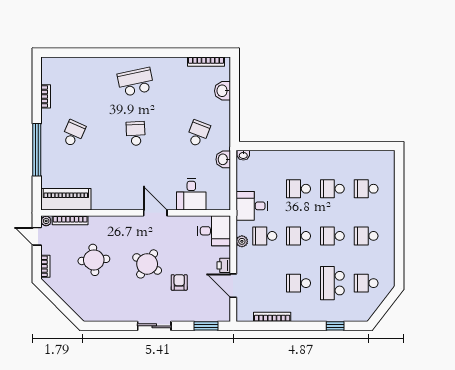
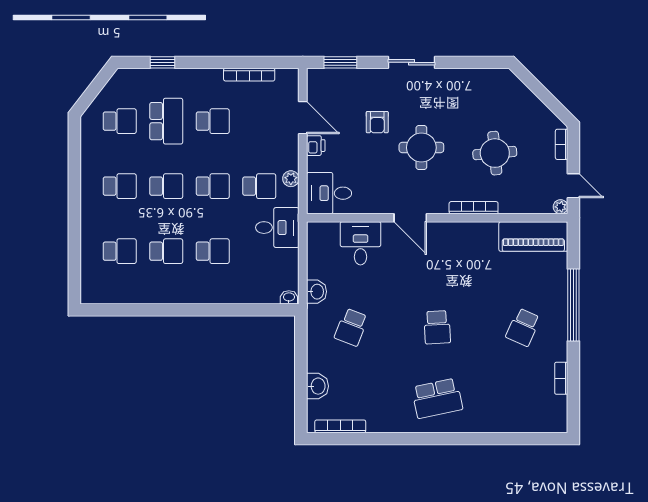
bookcase: (70, 220) -> (474, 208), moved
round table: (147, 264) -> (421, 148), turned -32

